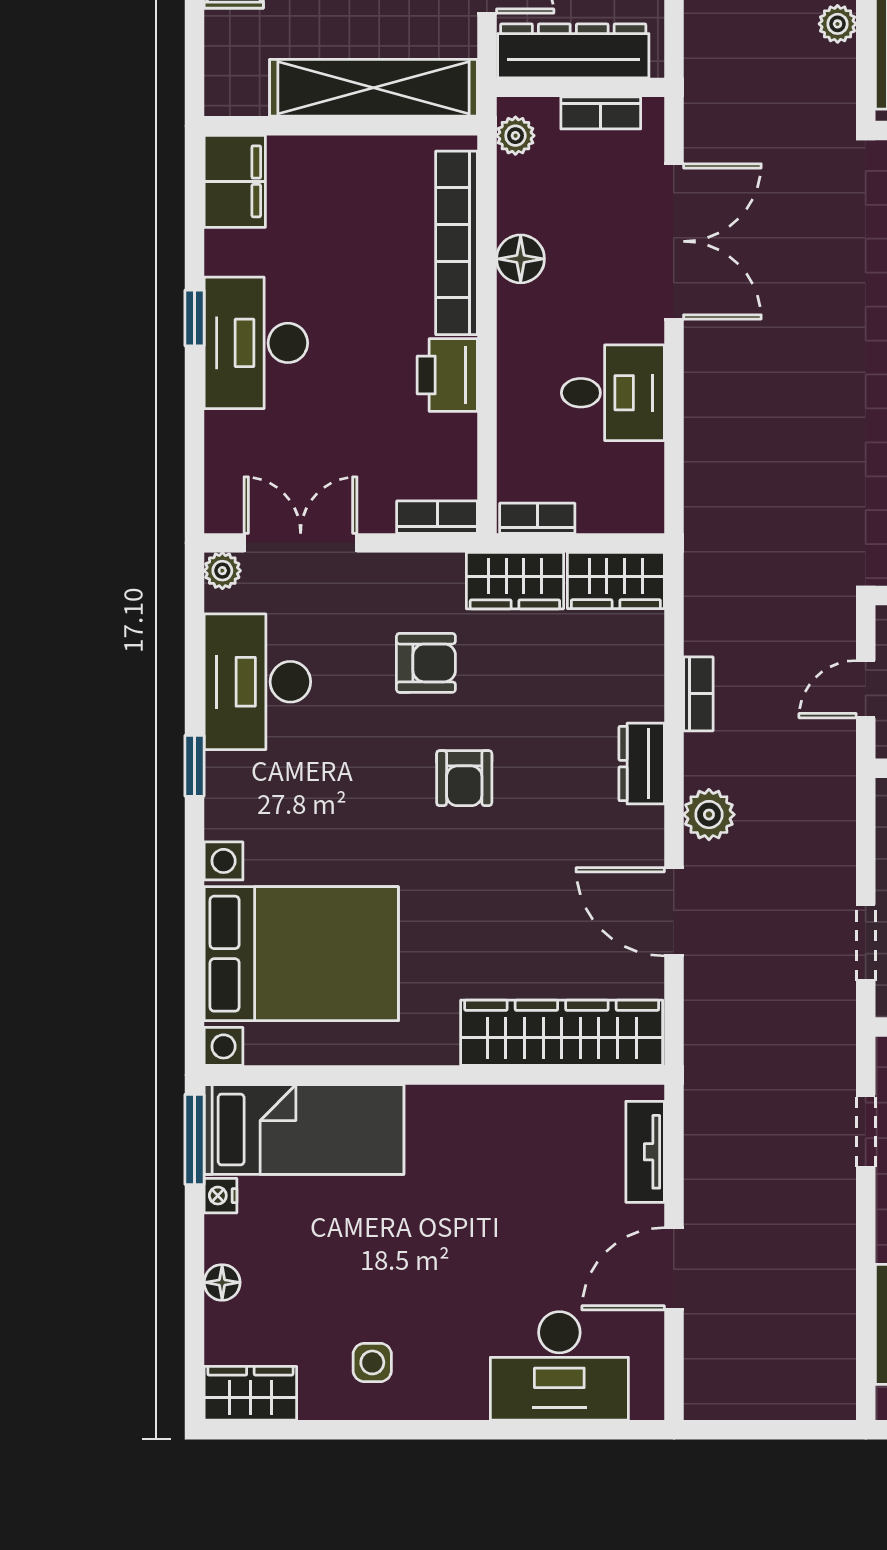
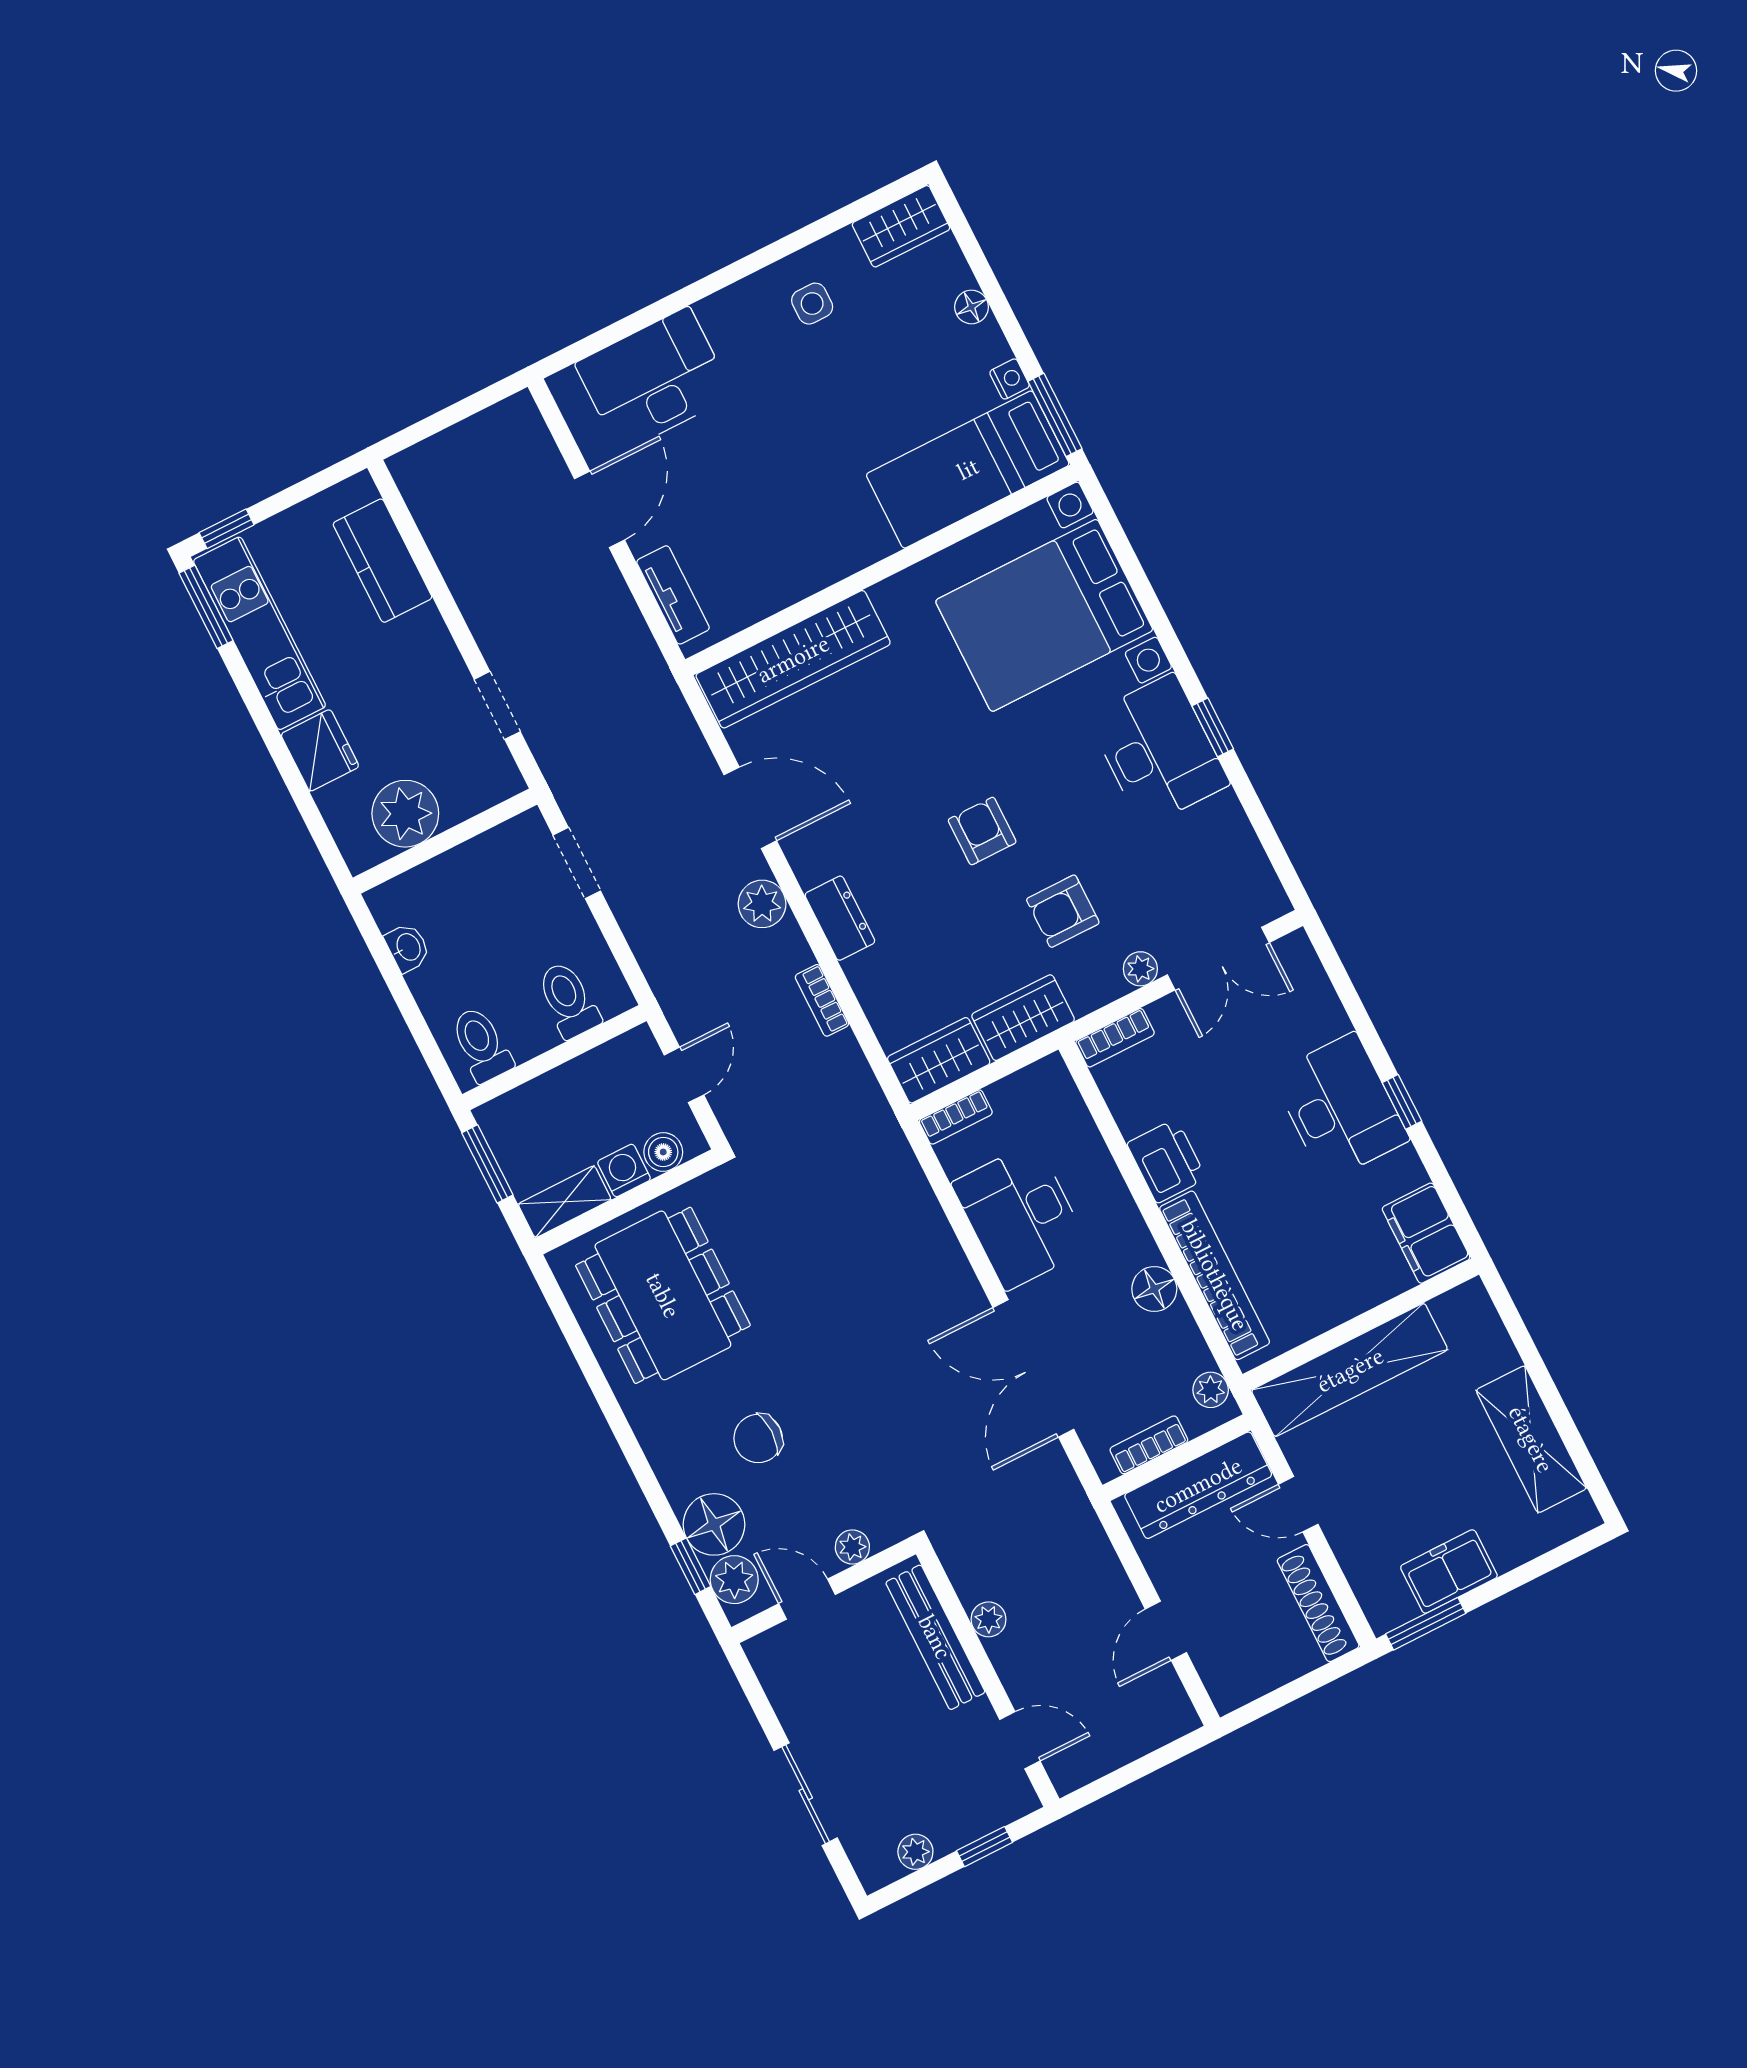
desk: (613, 393) -> (1021, 1216), width x1.37
bookcase: (537, 518) -> (956, 1117), moved
plant: (222, 571) -> (1140, 969), moved
desk: (257, 682) -> (1158, 750), moved

